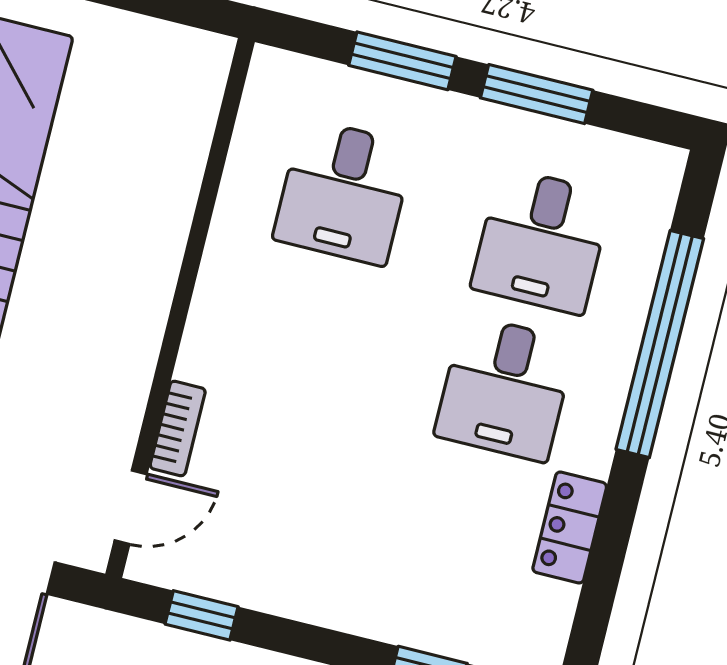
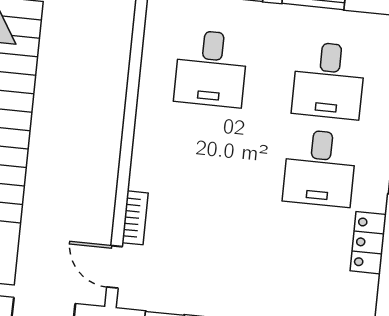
door: (131, 507) -> (114, 267), swing flipped

